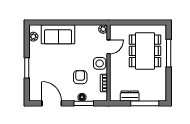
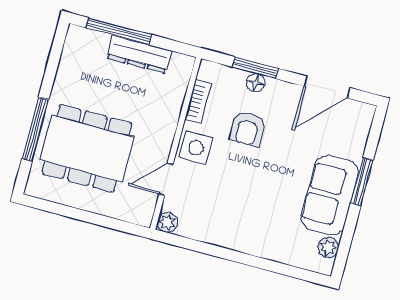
sofa: (58, 34) -> (330, 195), moved, turned -90
dining table: (145, 51) -> (87, 148), turned 90
dresser: (130, 96) -> (139, 54), width x1.44
door: (52, 103) -> (327, 87), hinge flipped

